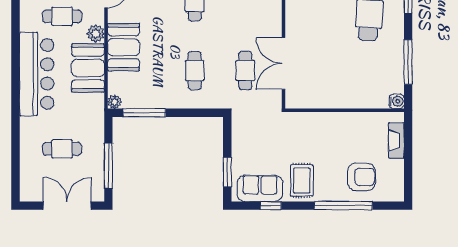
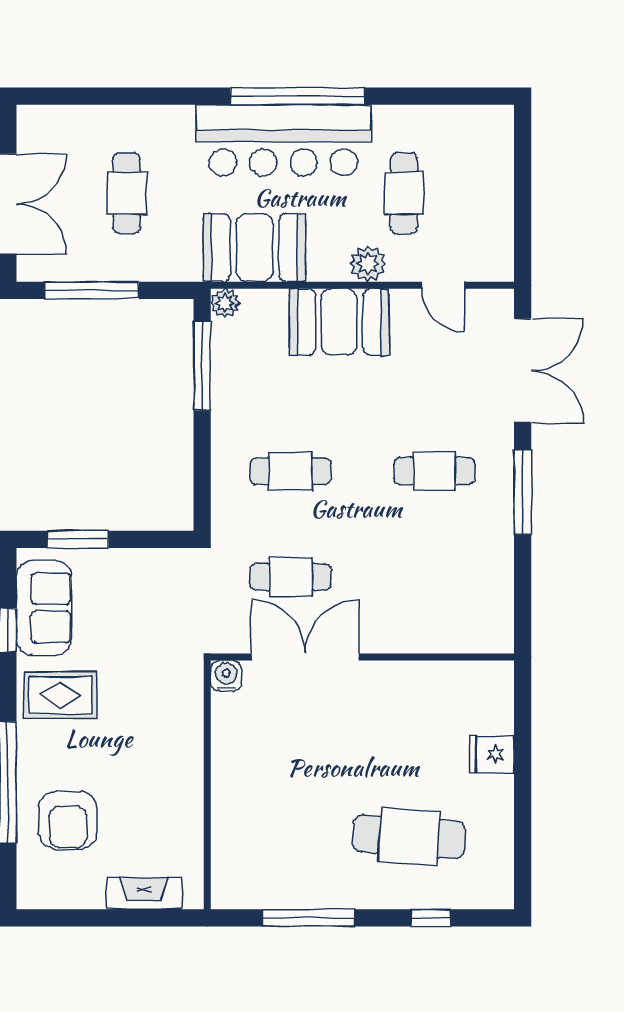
window: (16, 67) -> (297, 96), added
booth: (88, 68) -> (254, 248), moved
water cooler: (397, 101) -> (226, 676), moved, turned 180

